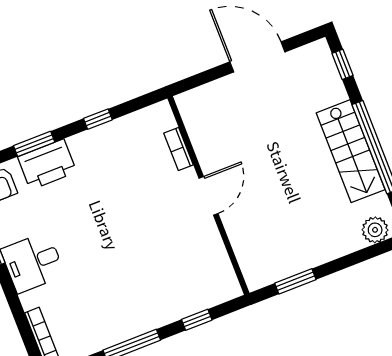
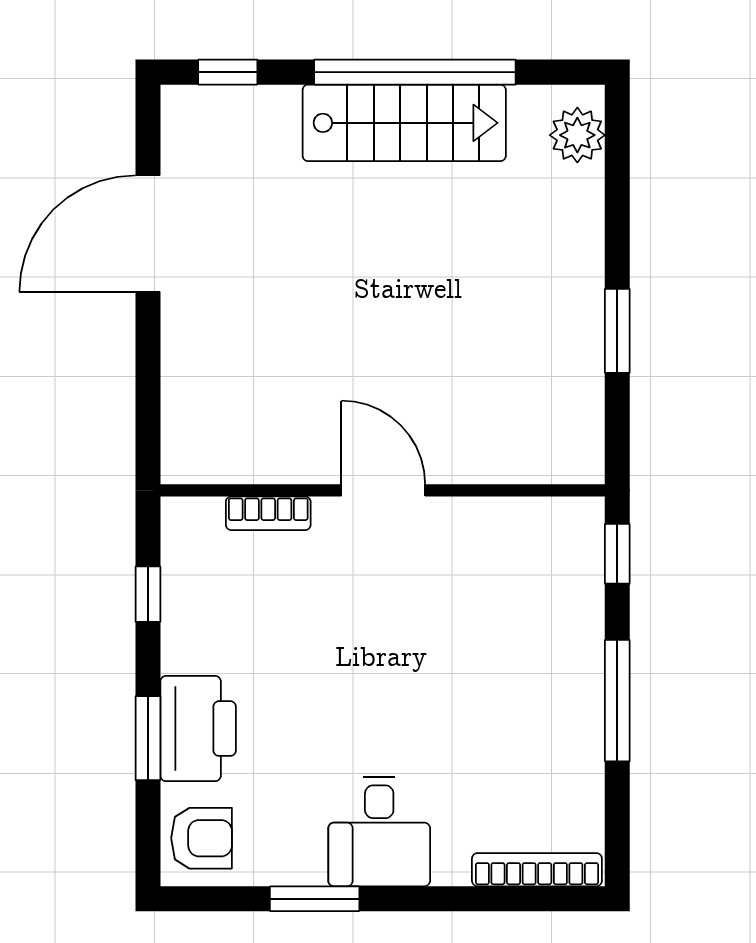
bookcase: (179, 149) -> (268, 513), moved
wall: (208, 196) -> (383, 490), moved
door: (209, 196) -> (383, 490), moved

